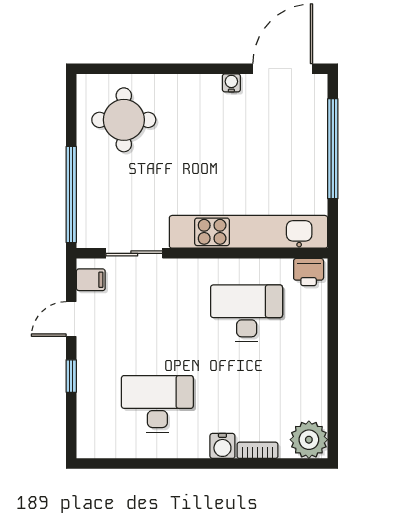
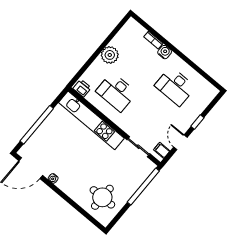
door: (71, 319) -> (180, 142), swing flipped
plant: (309, 440) -> (110, 55), moved

